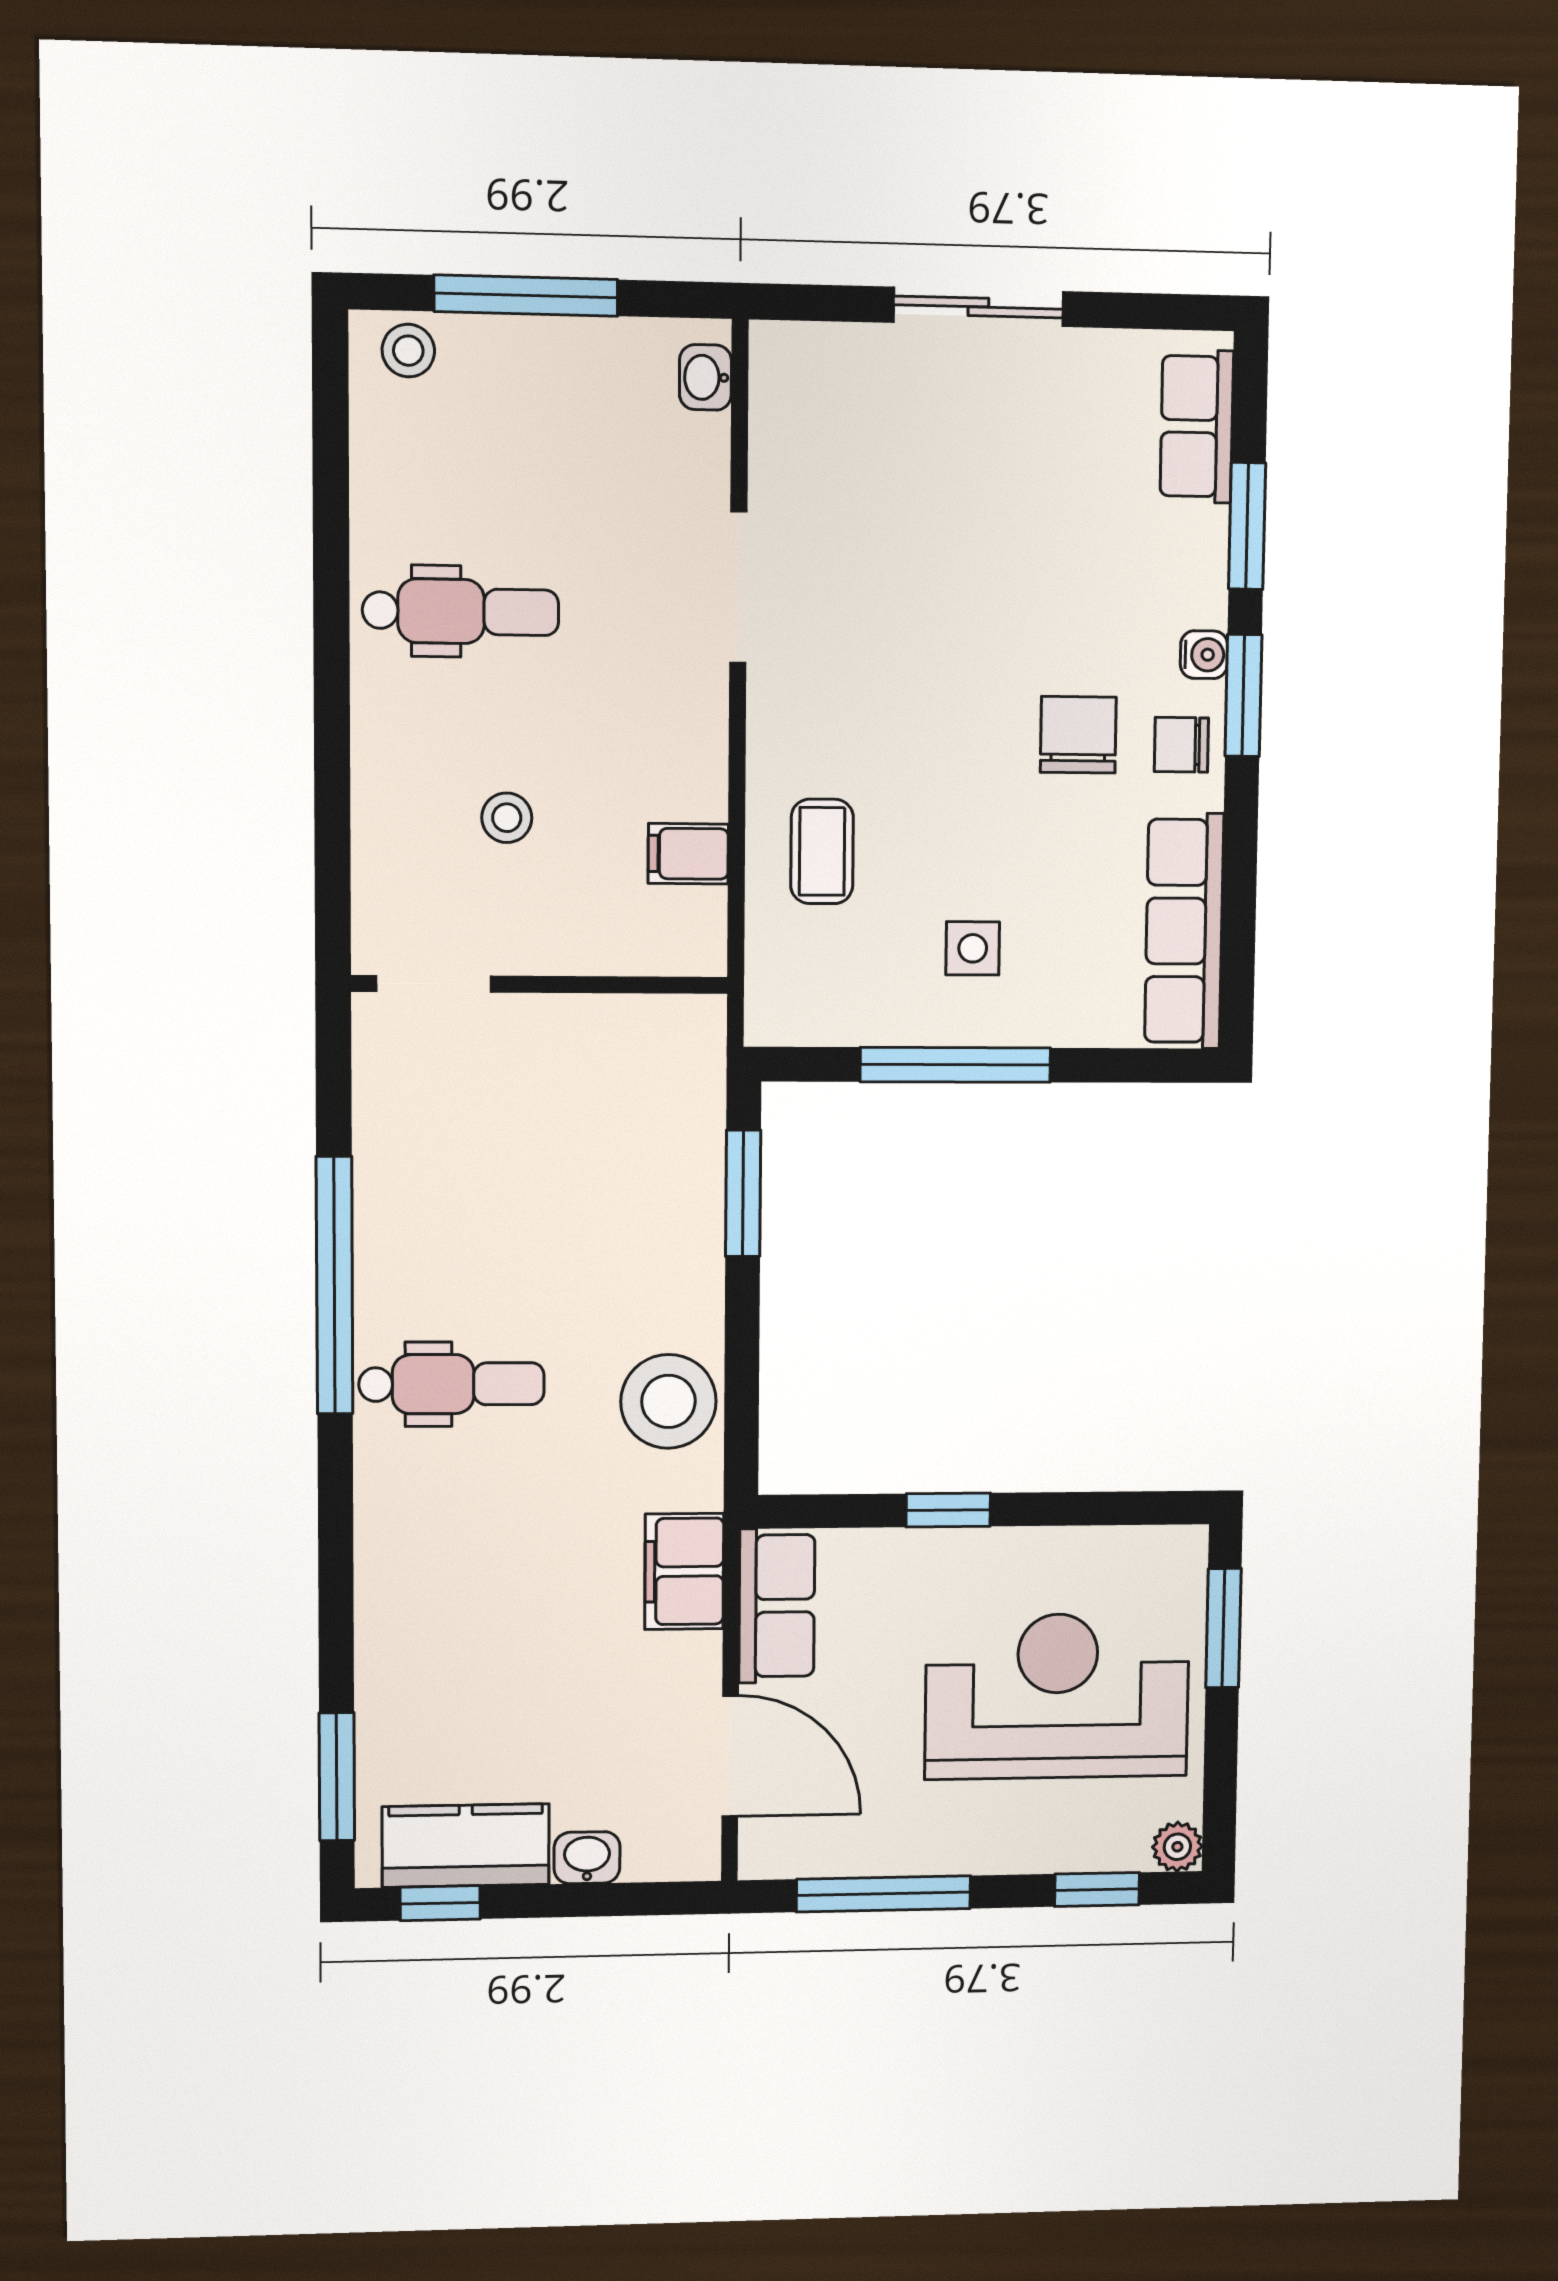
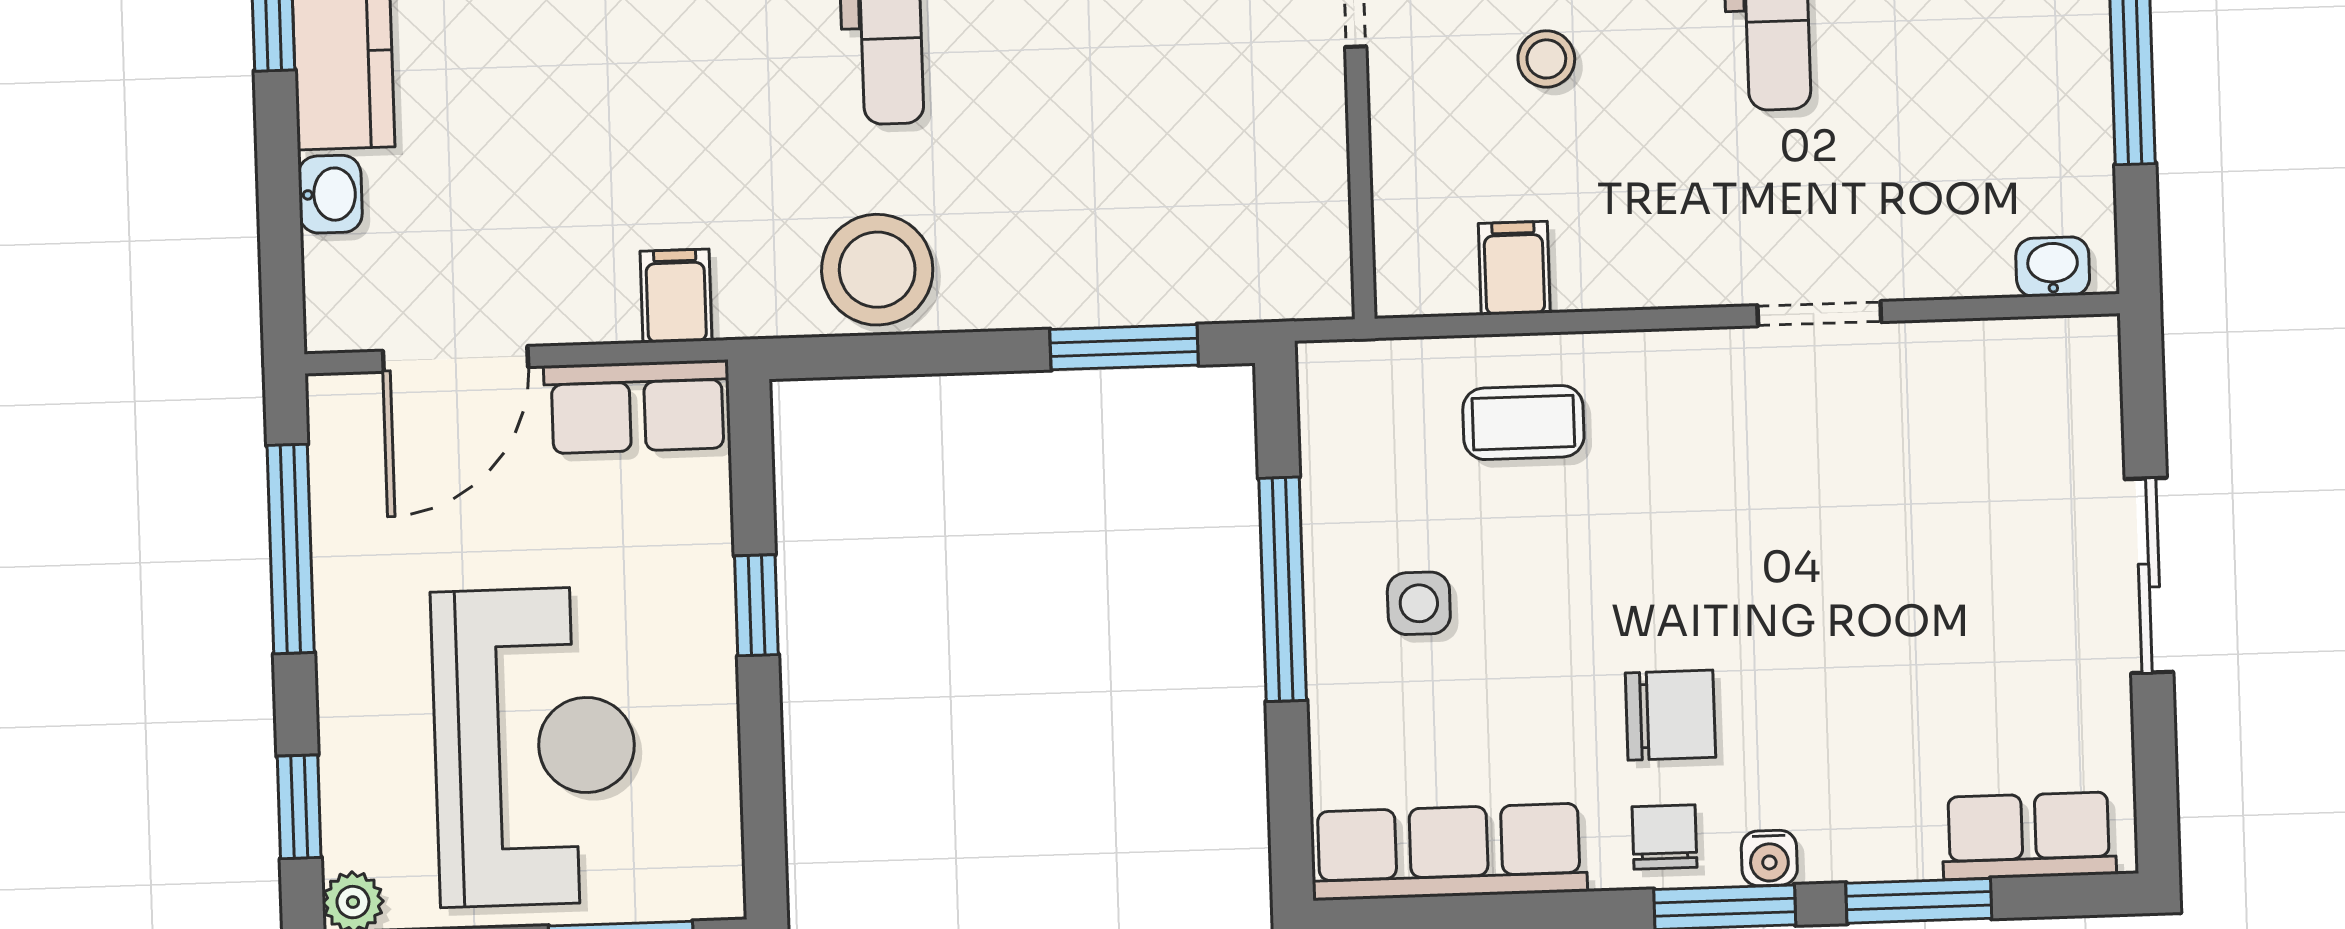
doorway: (738, 587) -> (1819, 314), width x0.73
filing cabinet: (684, 1571) -> (676, 296), width x0.50

